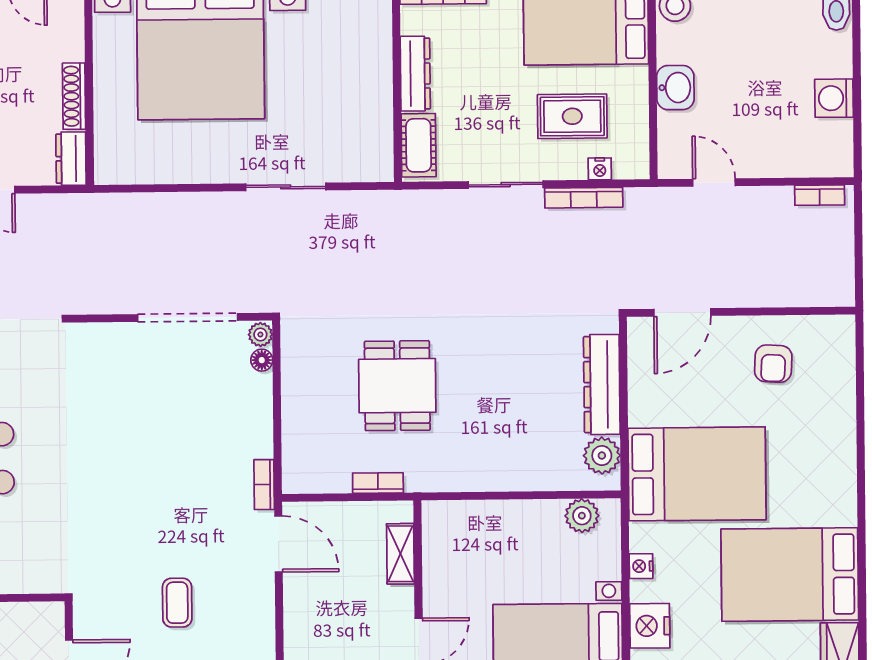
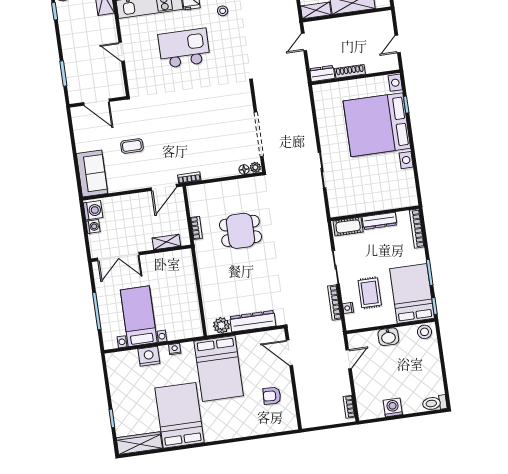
plant: (582, 516) -> (194, 320), removed

